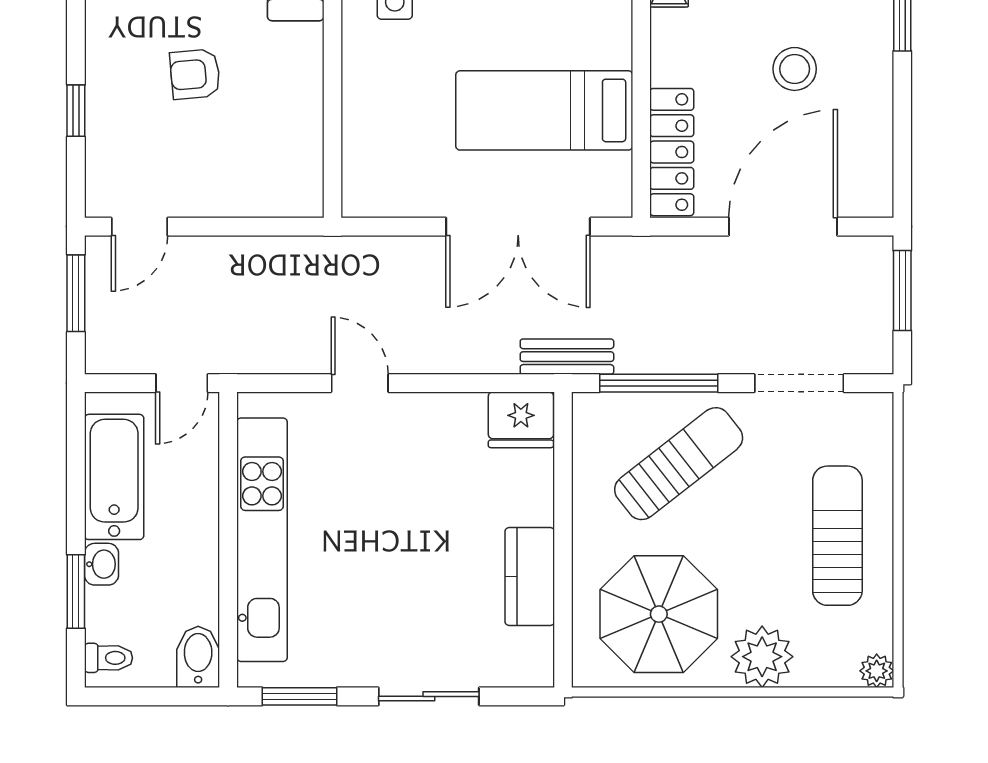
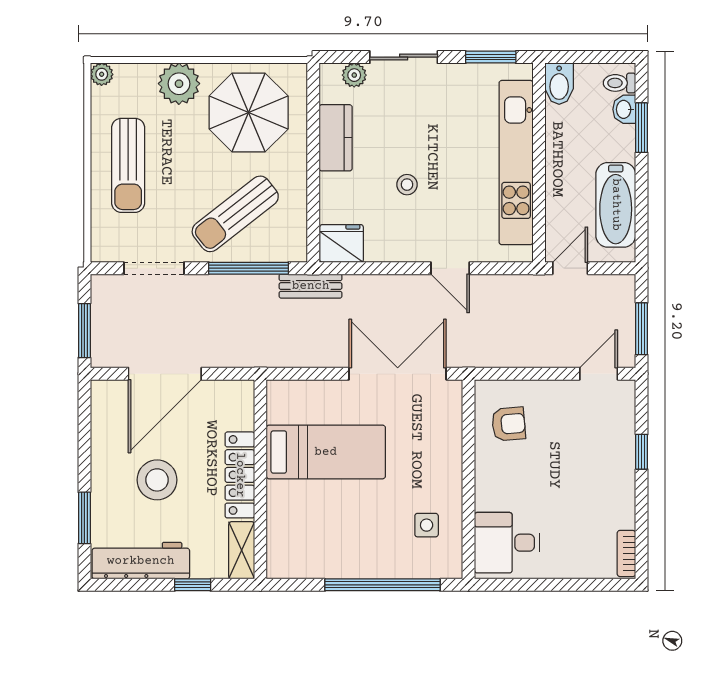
stool: (795, 69) -> (157, 480), width x1.38, depth x1.38
armchair: (195, 74) -> (509, 424), moved
locker: (672, 152) -> (240, 475), moved
double door: (518, 227) -> (398, 374), moved
stool: (424, 507) -> (407, 185), added
washbasin: (101, 564) -> (624, 109), moved
plant: (502, 670) -> (354, 75), added

